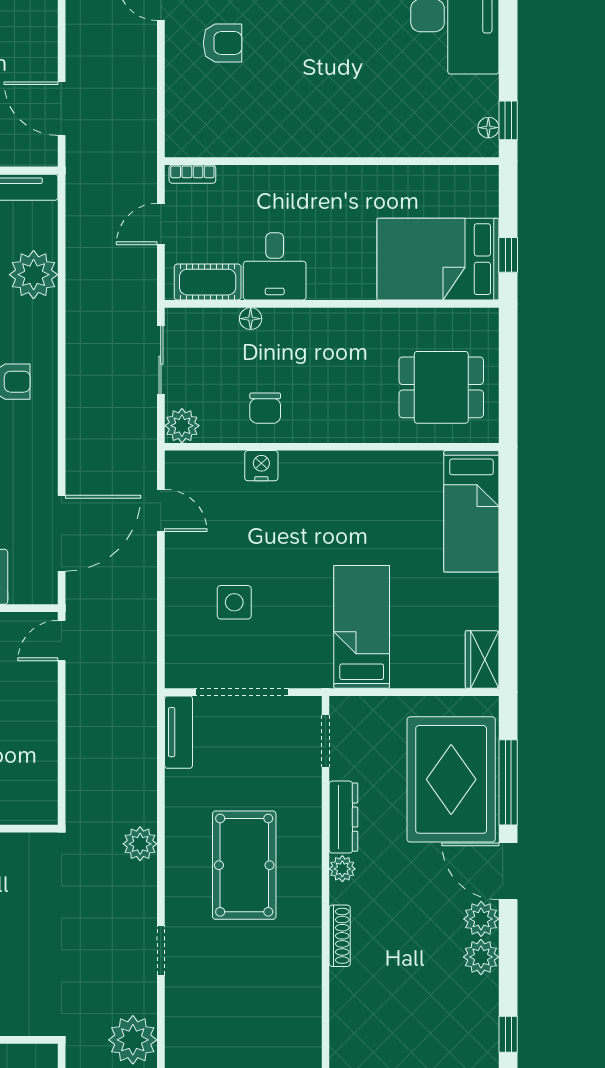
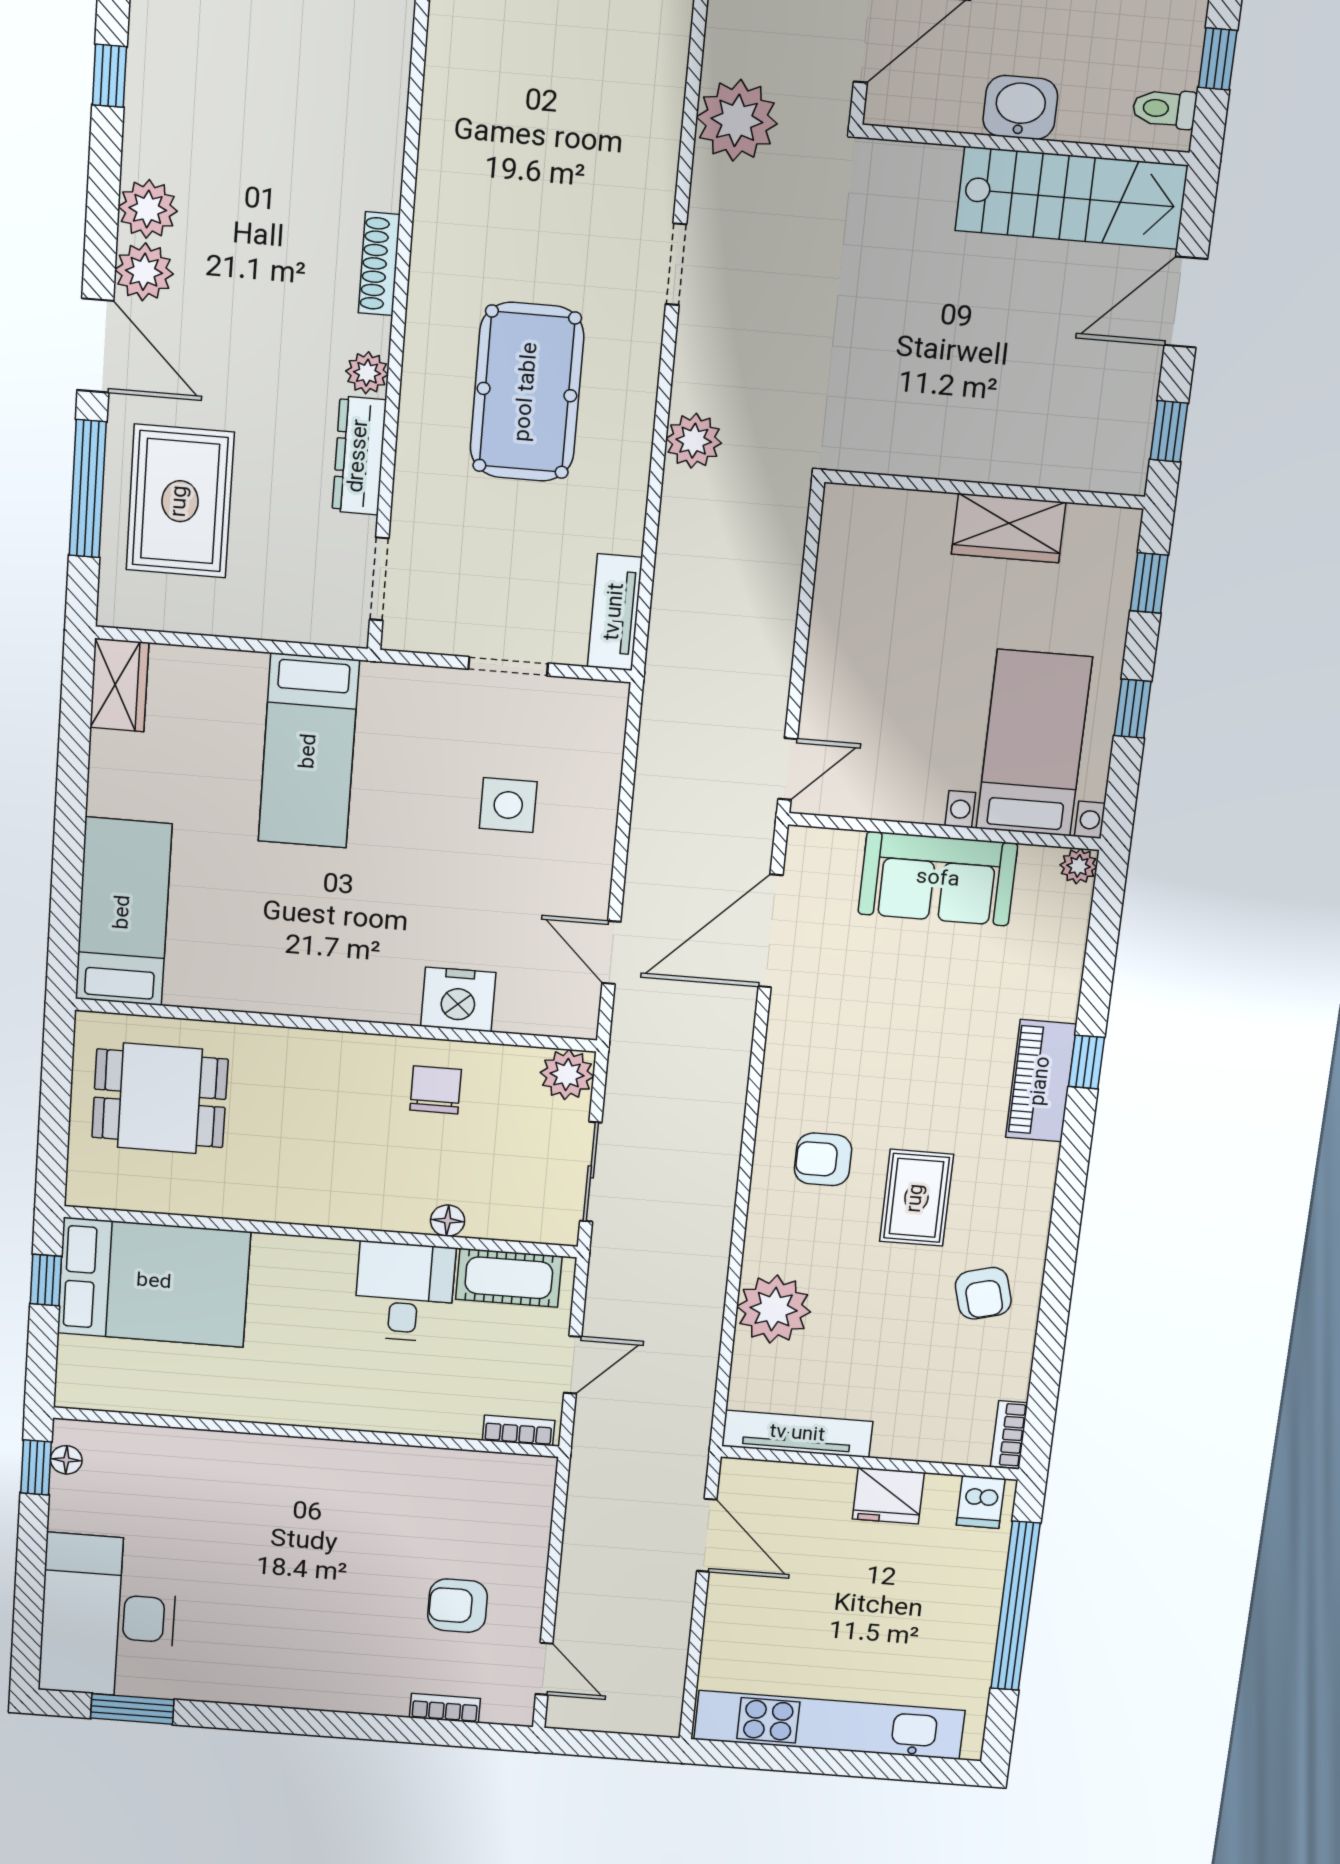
nightstand: (261, 466) -> (458, 999), width x1.36, depth x1.33
doorway: (242, 692) -> (508, 666), width x0.53
rug: (451, 779) -> (180, 501), width x0.73, depth x0.69

